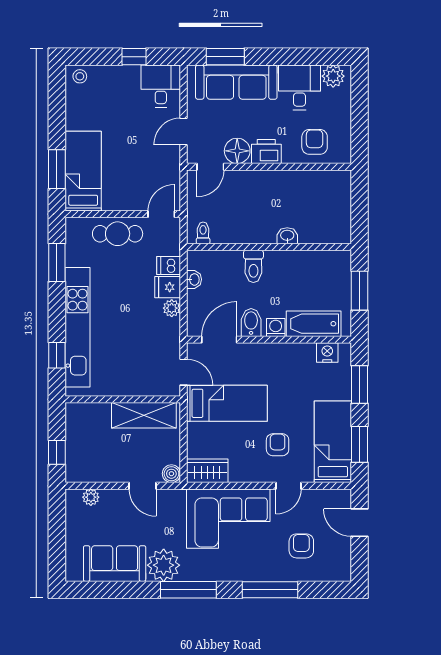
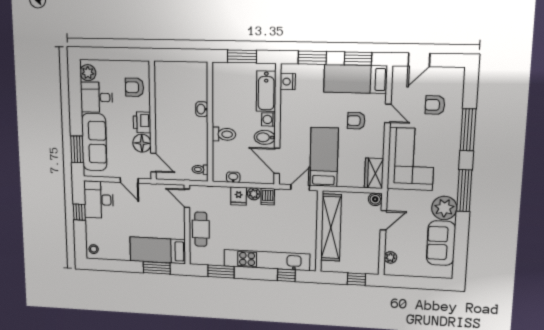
desk: (161, 86) -> (99, 200), width x1.37
dishwasher: (169, 266) -> (268, 197), moved
shelving: (144, 415) -> (331, 228), width x1.47

